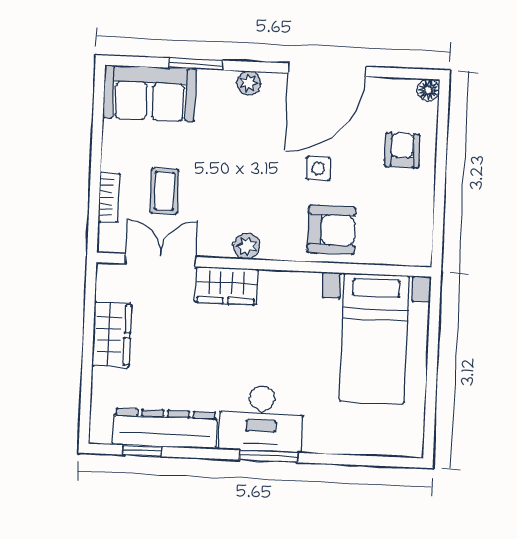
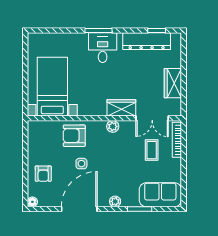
bookcase: (109, 197) -> (177, 140), width x1.56
desk: (261, 419) -> (103, 48), width x0.73

